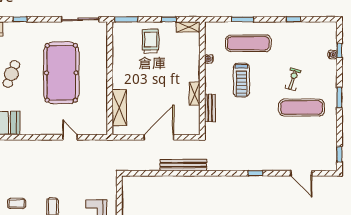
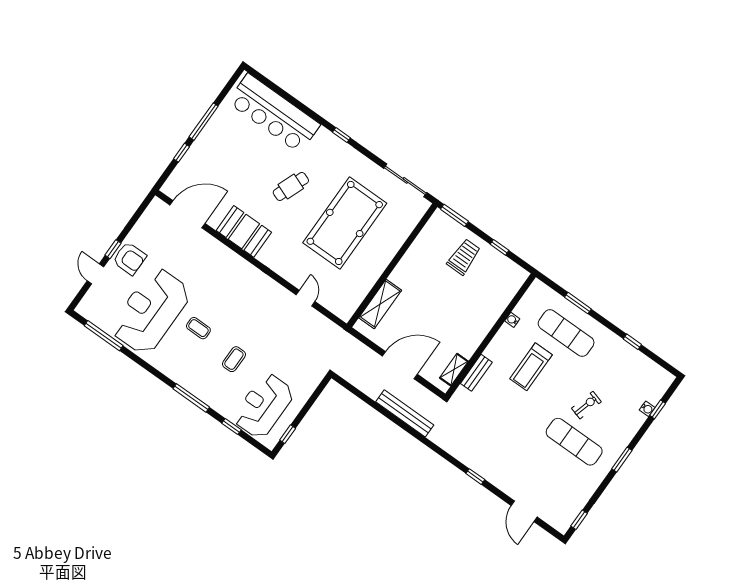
shelving: (188, 27) -> (515, 270), removed
shelving: (195, 94) -> (454, 370), moved

